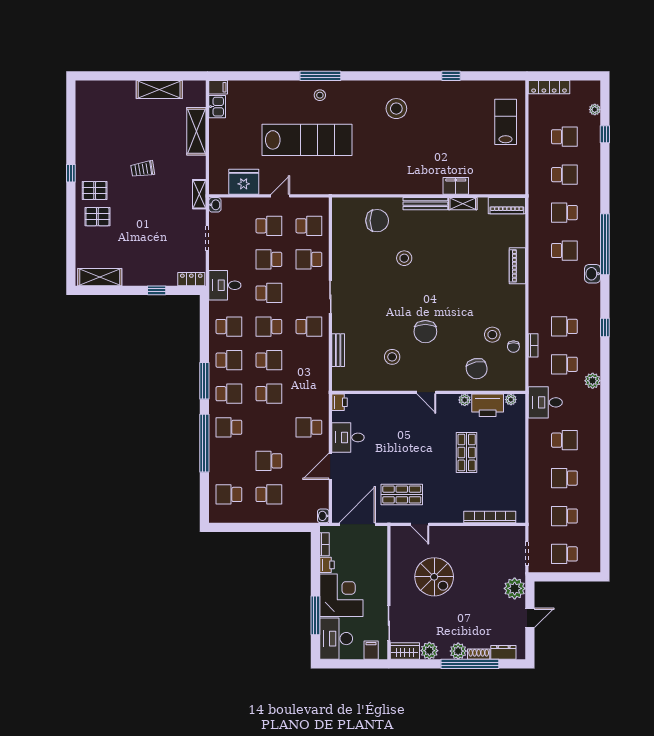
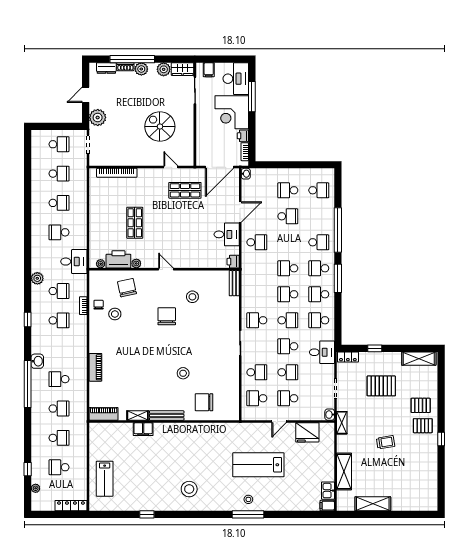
lab bench: (307, 140) -> (258, 465), width x0.73
school desk: (564, 175) -> (59, 438), turned 180
pallet: (148, 242) -> (381, 386), added
bench: (338, 350) -> (234, 283), moved

